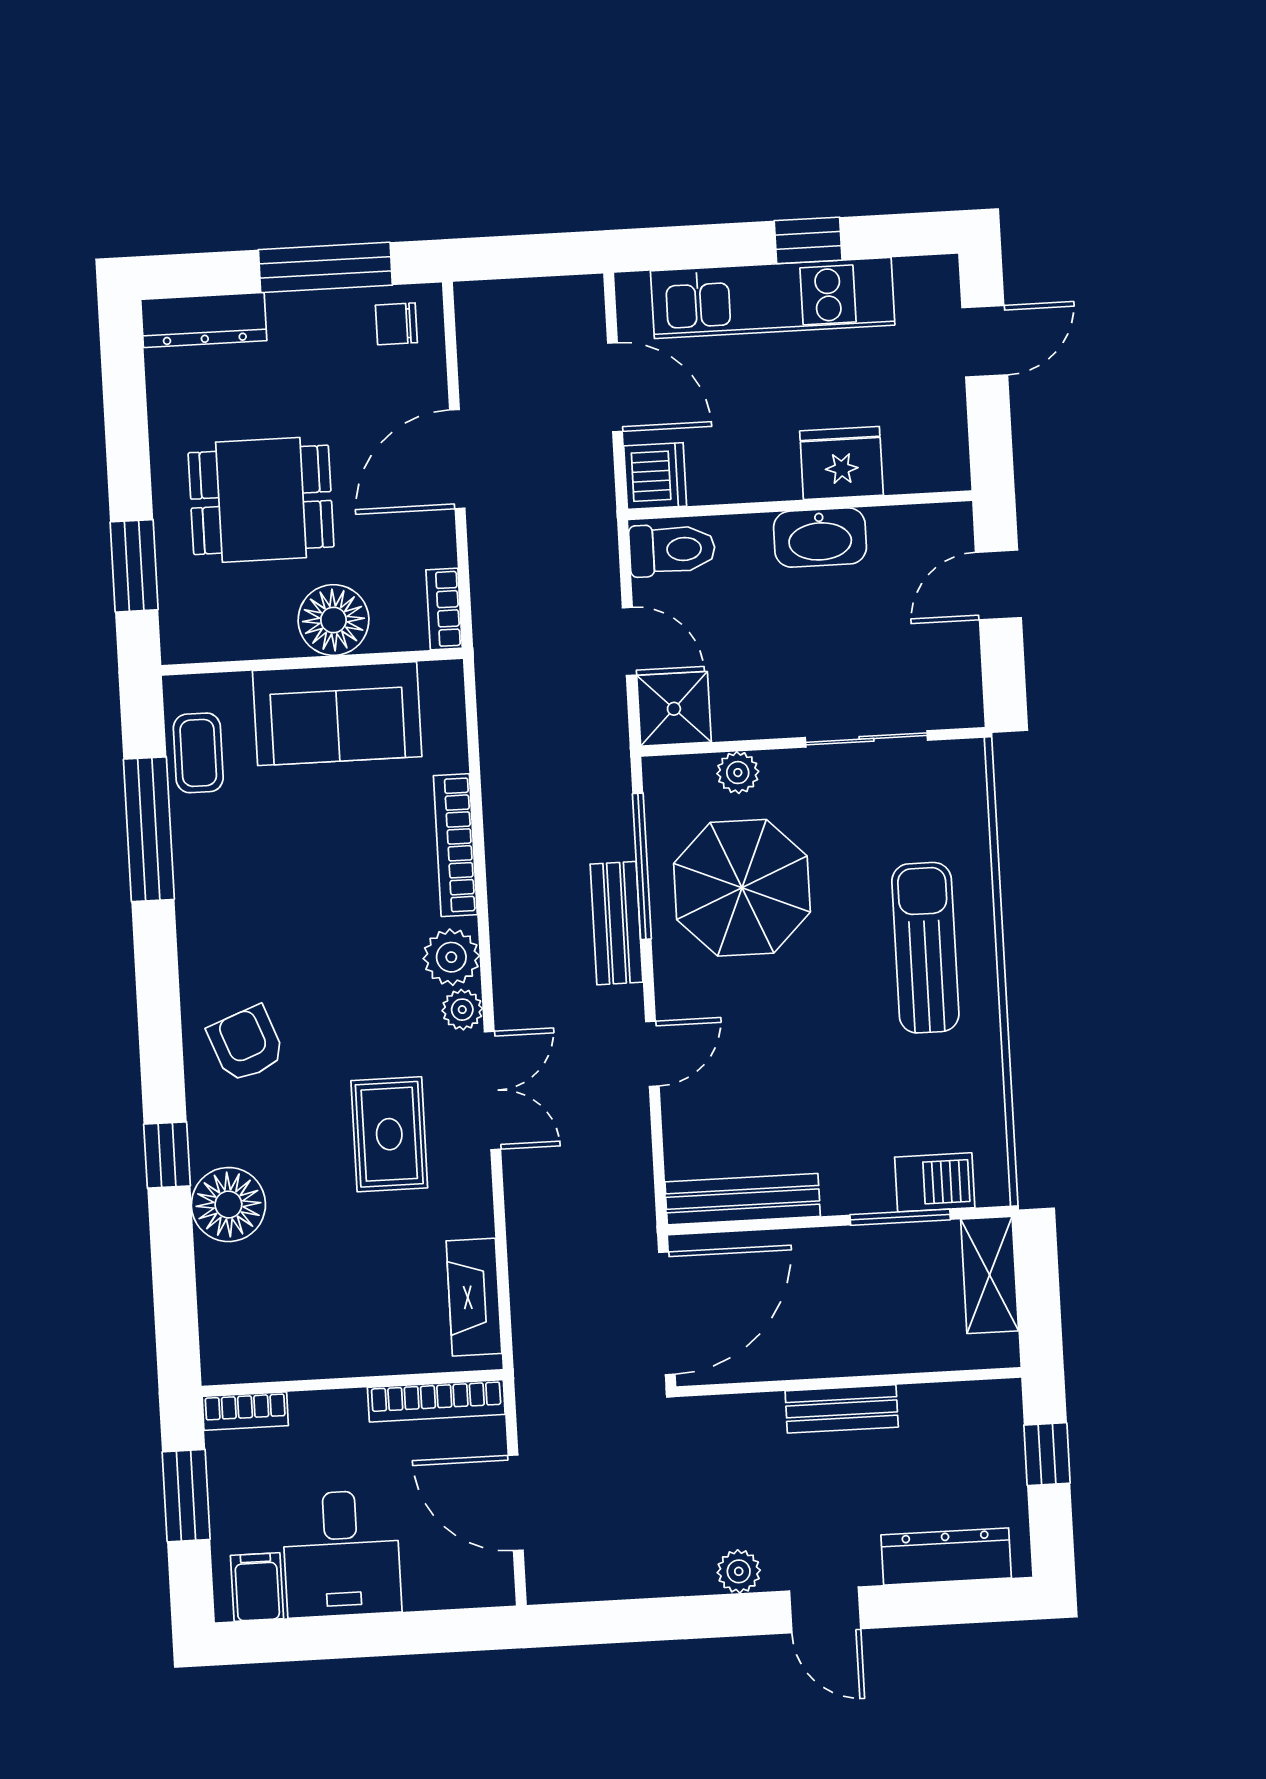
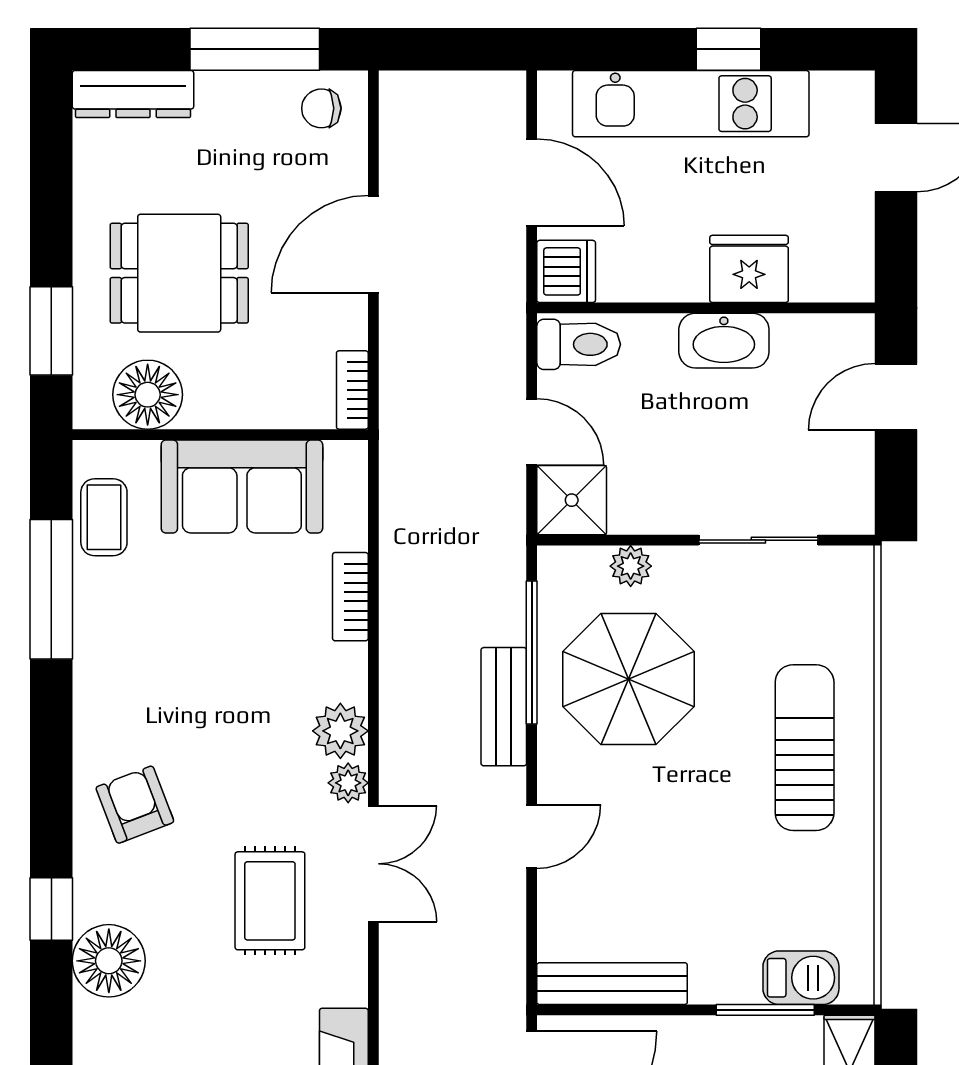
floor lamp: (333, 620) -> (148, 395), moved
bookcase: (455, 845) -> (350, 597), width x0.64

